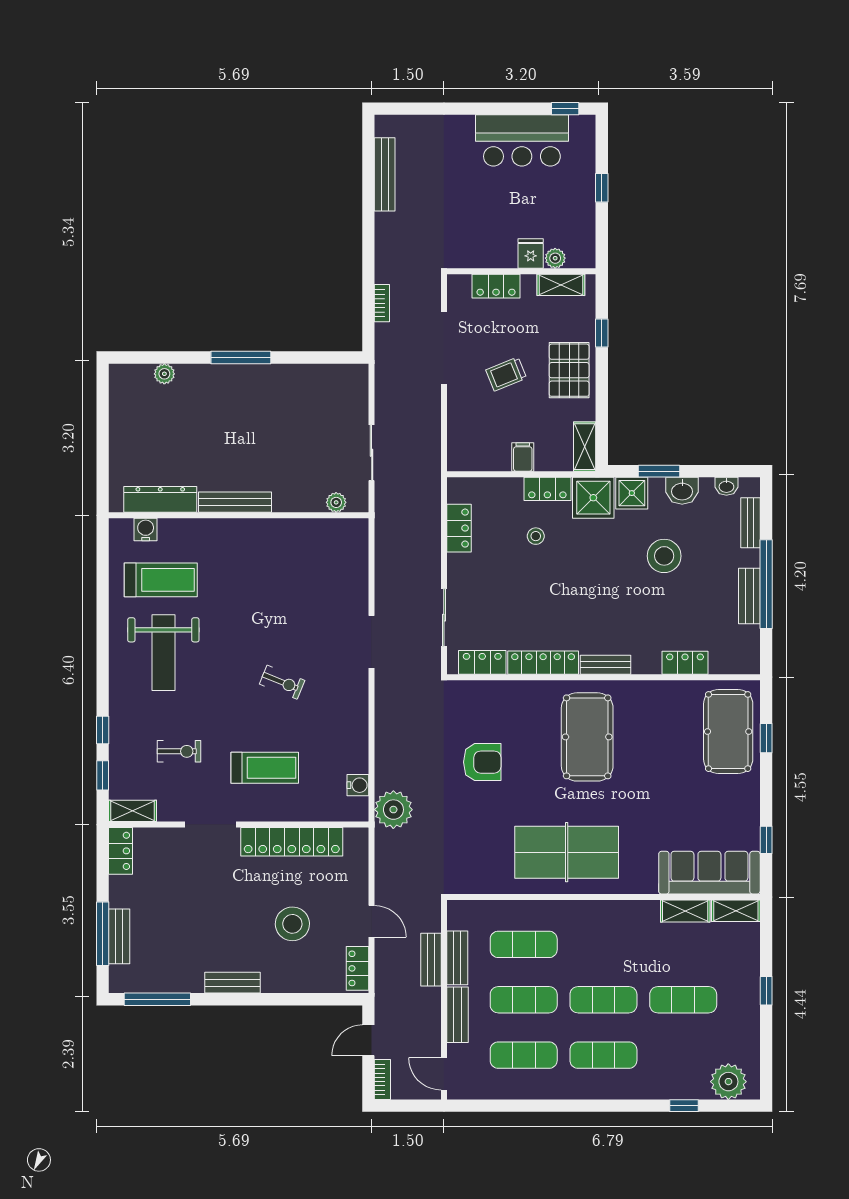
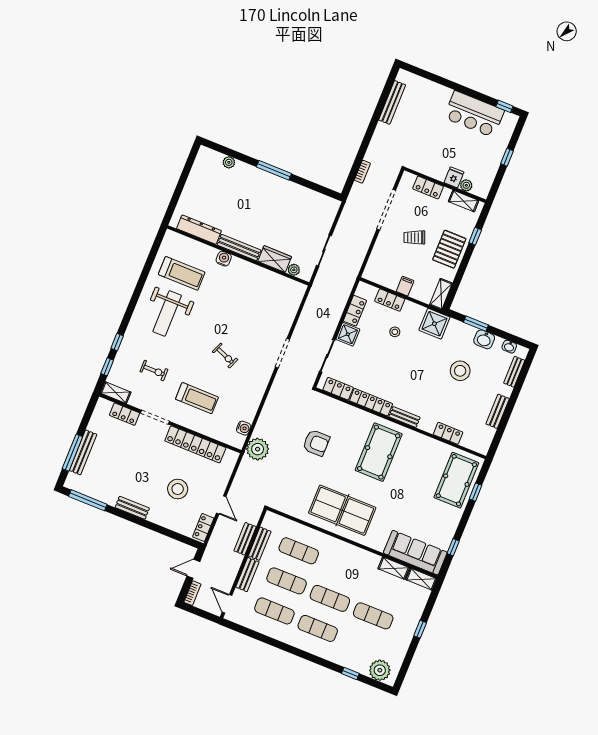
locker: (547, 489) -> (390, 300), moved
shower: (632, 493) -> (348, 334), moved
wardrobe: (299, 498) -> (275, 259), added
water cooler: (146, 530) -> (224, 259), moved
window: (766, 584) -> (509, 408), removed
locker: (120, 851) -> (125, 414), moved, turned 90
bench: (119, 936) -> (83, 452), width x1.36

